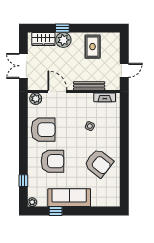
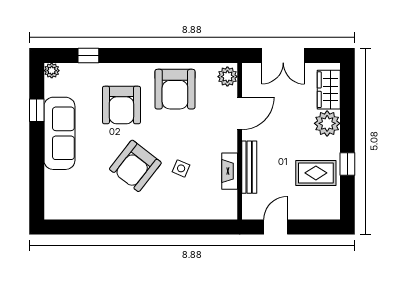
window: (62, 28) -> (347, 164), moved
double door: (23, 66) -> (283, 55), swing flipped
door: (124, 70) -> (276, 227), swing flipped
fireplace: (105, 97) -> (230, 171), moved
armchair: (99, 163) -> (135, 166), moved

